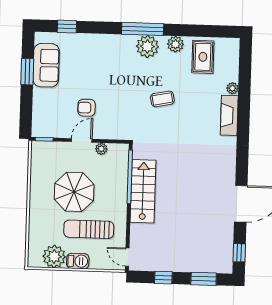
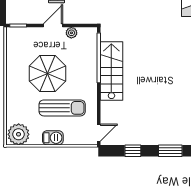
sun lounger: (89, 229) -> (62, 108), turned 180
plant: (54, 257) -> (19, 134), moved
door: (127, 257) -> (99, 133), swing flipped

